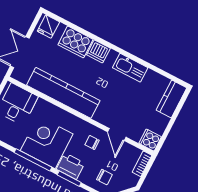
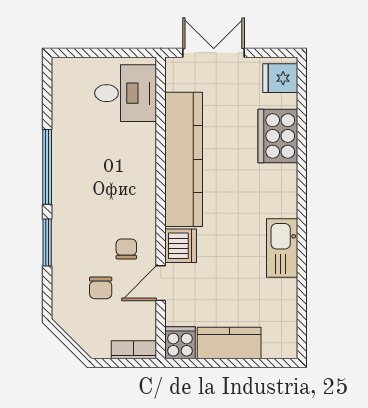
dishwasher: (98, 51) -> (181, 246), moved, turned 180
kitchen counter: (171, 99) -> (229, 343), moved
corner desk: (47, 142) -> (88, 174), removed
printer: (71, 166) -> (69, 234), removed
chair: (104, 177) -> (101, 288), moved

